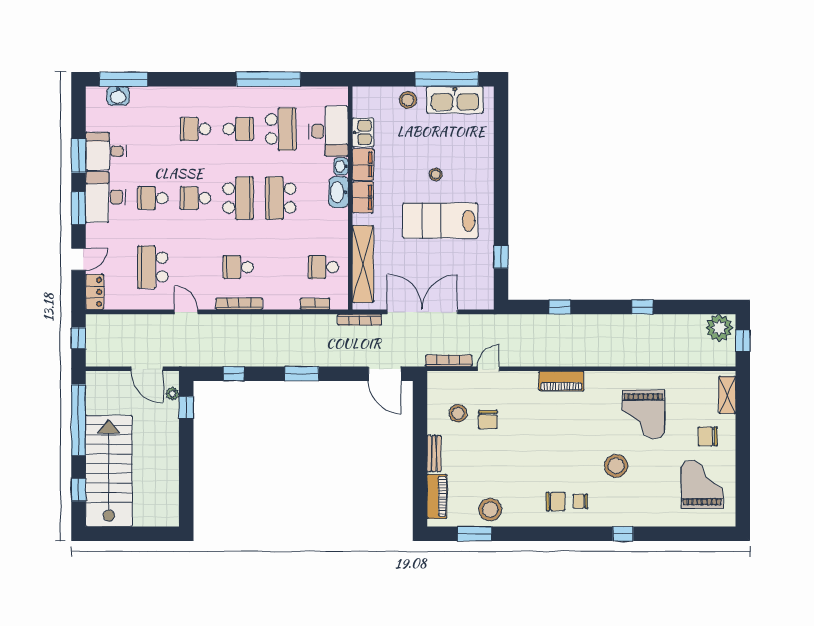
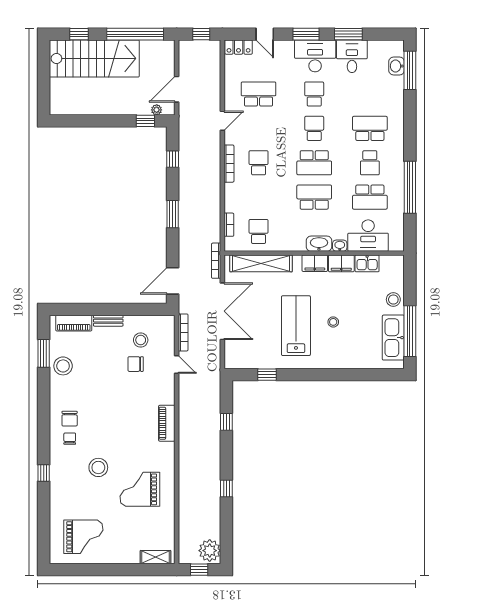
school desk: (195, 129) -> (370, 128), width x1.85
chair: (708, 436) -> (122, 541), removed

